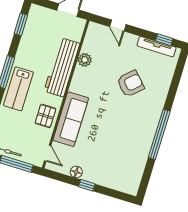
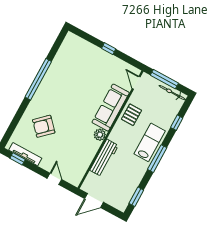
plant: (85, 60) -> (100, 135), moved
workbench: (62, 67) -> (104, 158), width x0.73, depth x0.76
armchair: (130, 84) -> (44, 126), moved
floor lamp: (76, 172) -> (115, 62), removed

